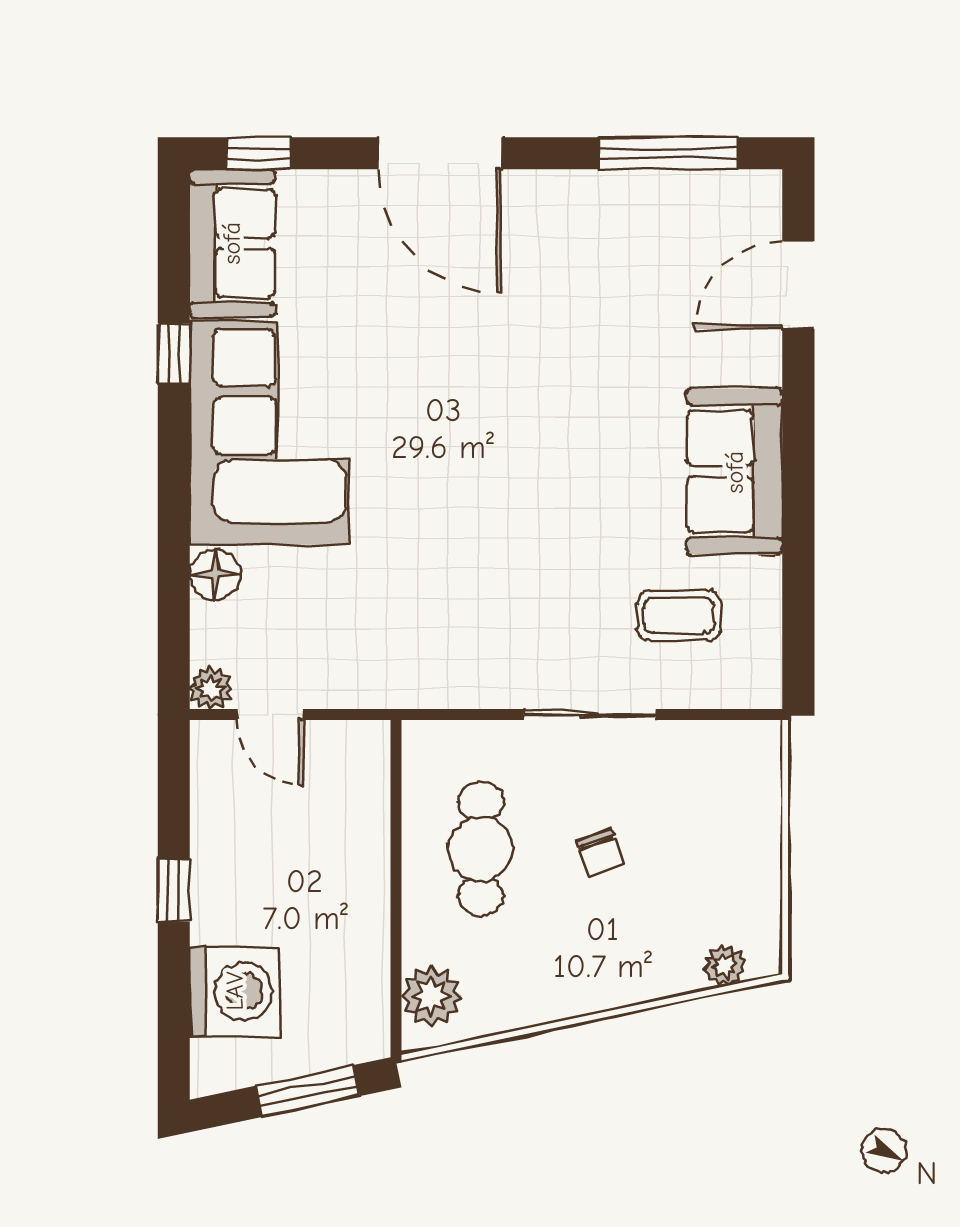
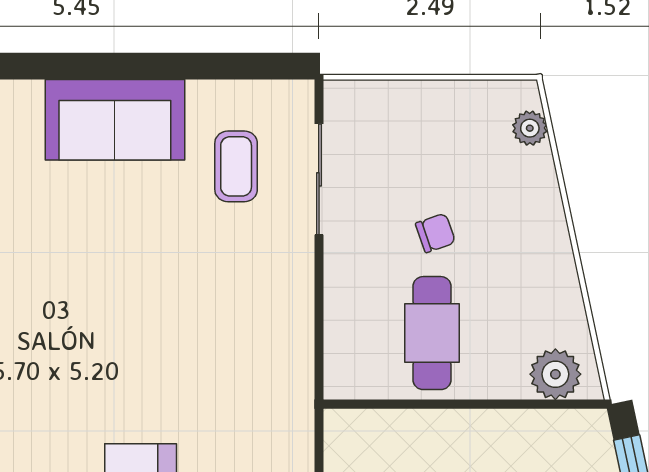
sliding door: (590, 714) -> (319, 179), moved
cafe table: (481, 849) -> (432, 333), turned 90

